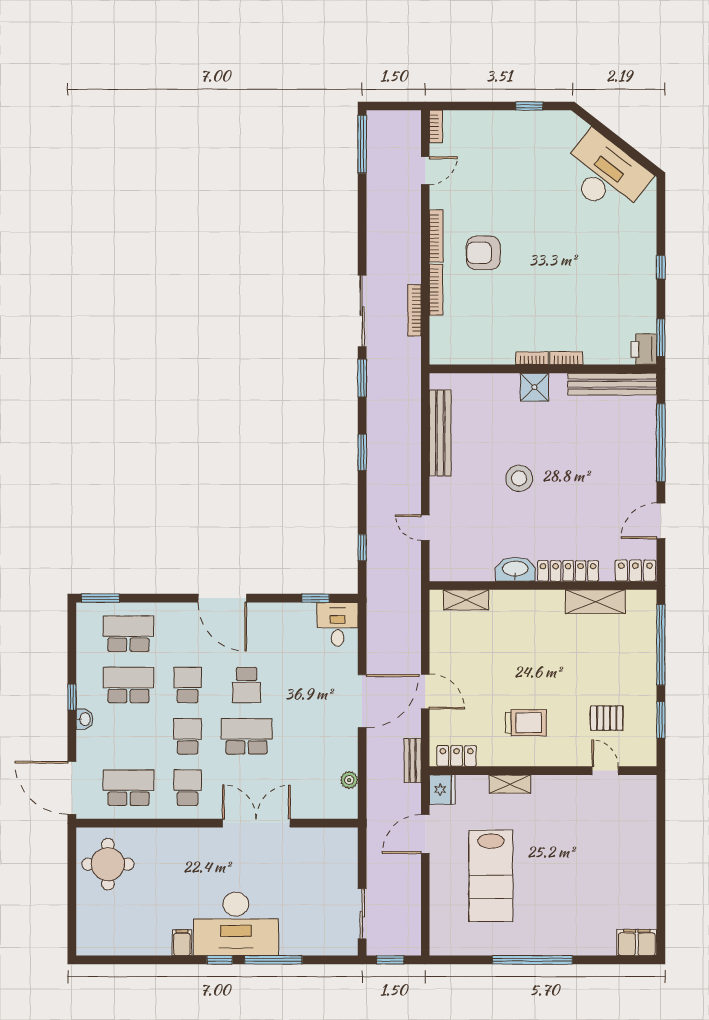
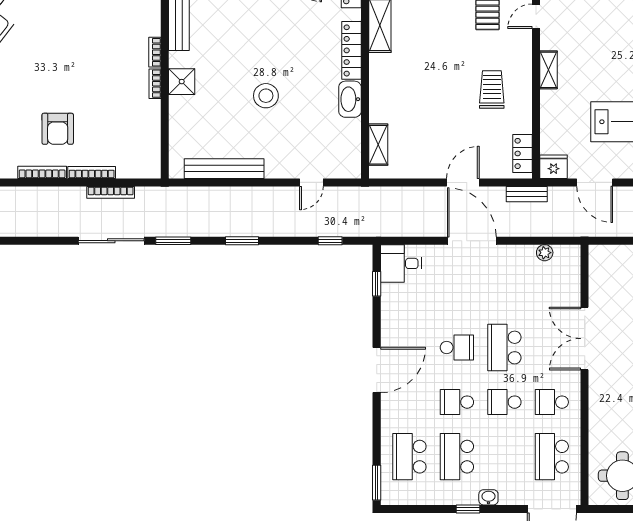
shelving: (510, 784) -> (548, 70), moved

